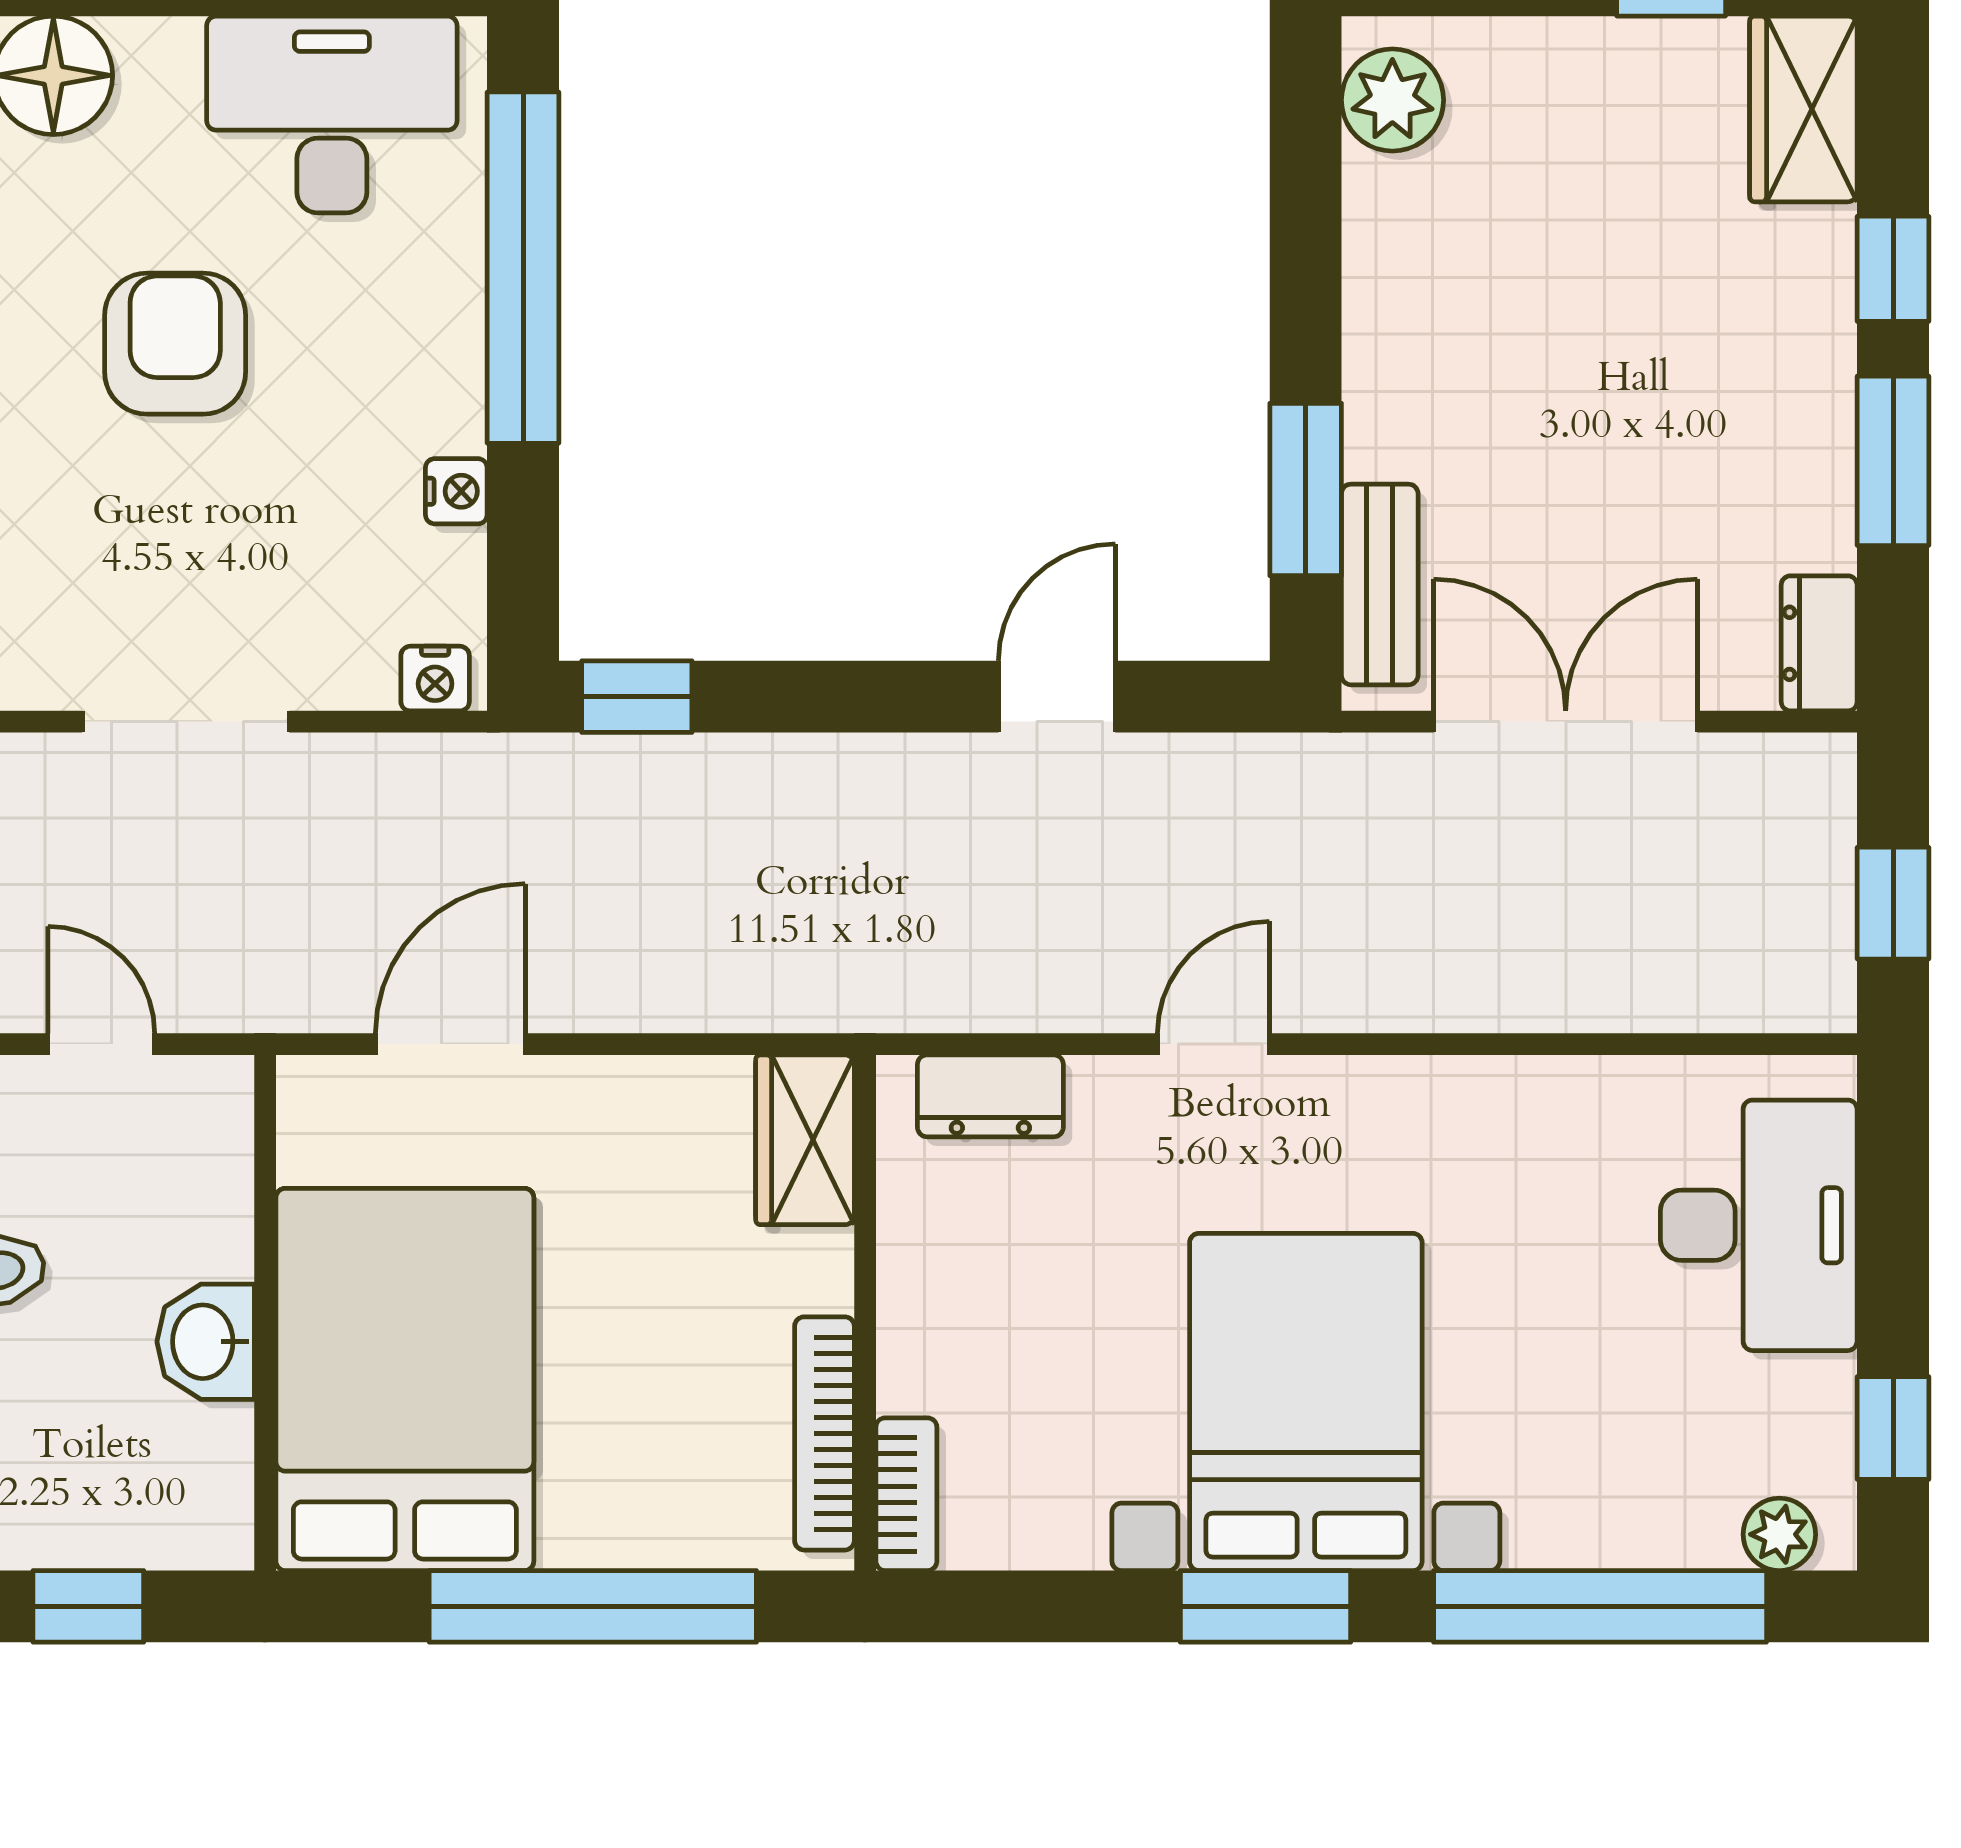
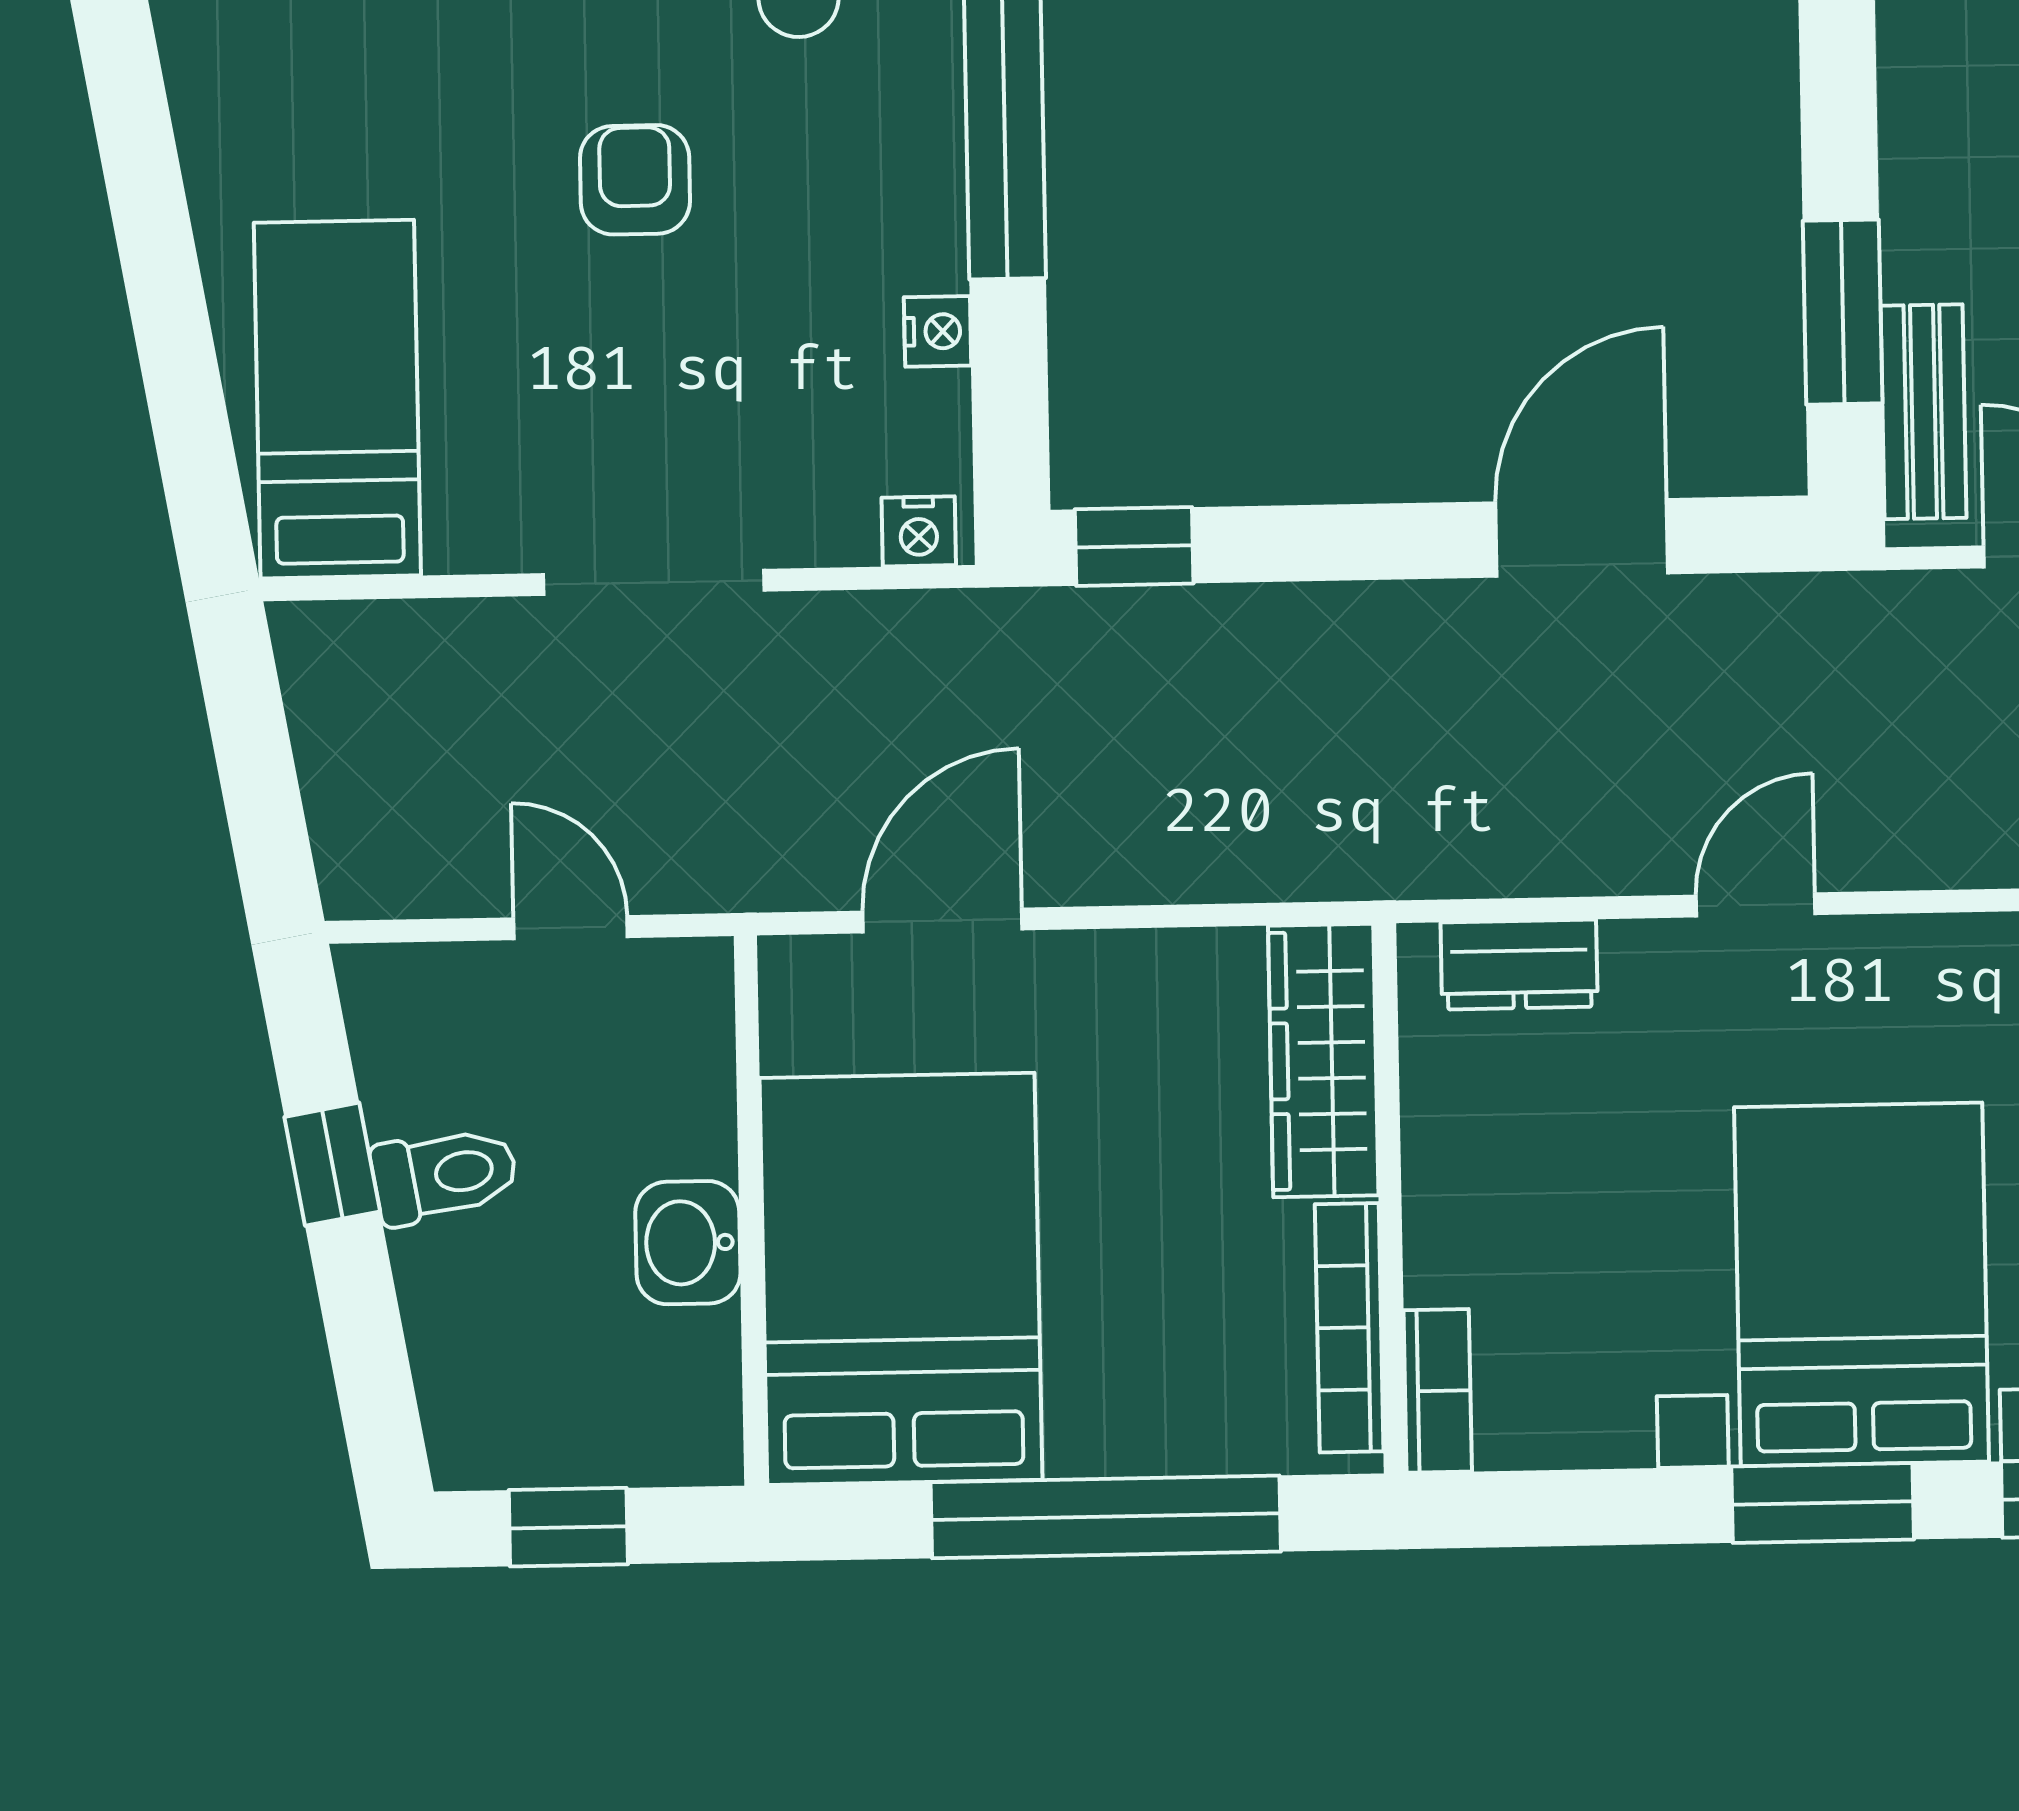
armchair: (175, 344) -> (635, 180), width x0.72, depth x0.72
door: (1057, 697) -> (1582, 538), width x1.38
wardrobe: (805, 1140) -> (1323, 1061), width x1.50

